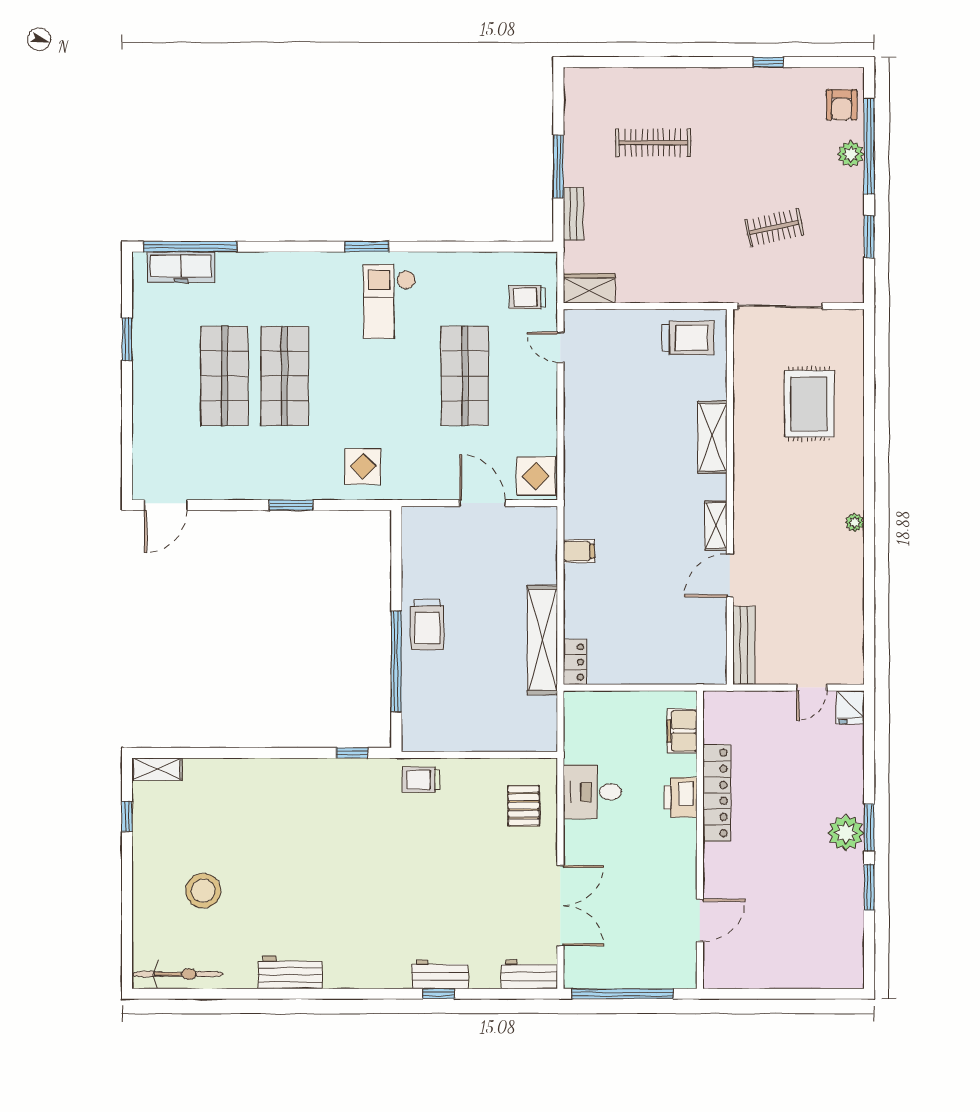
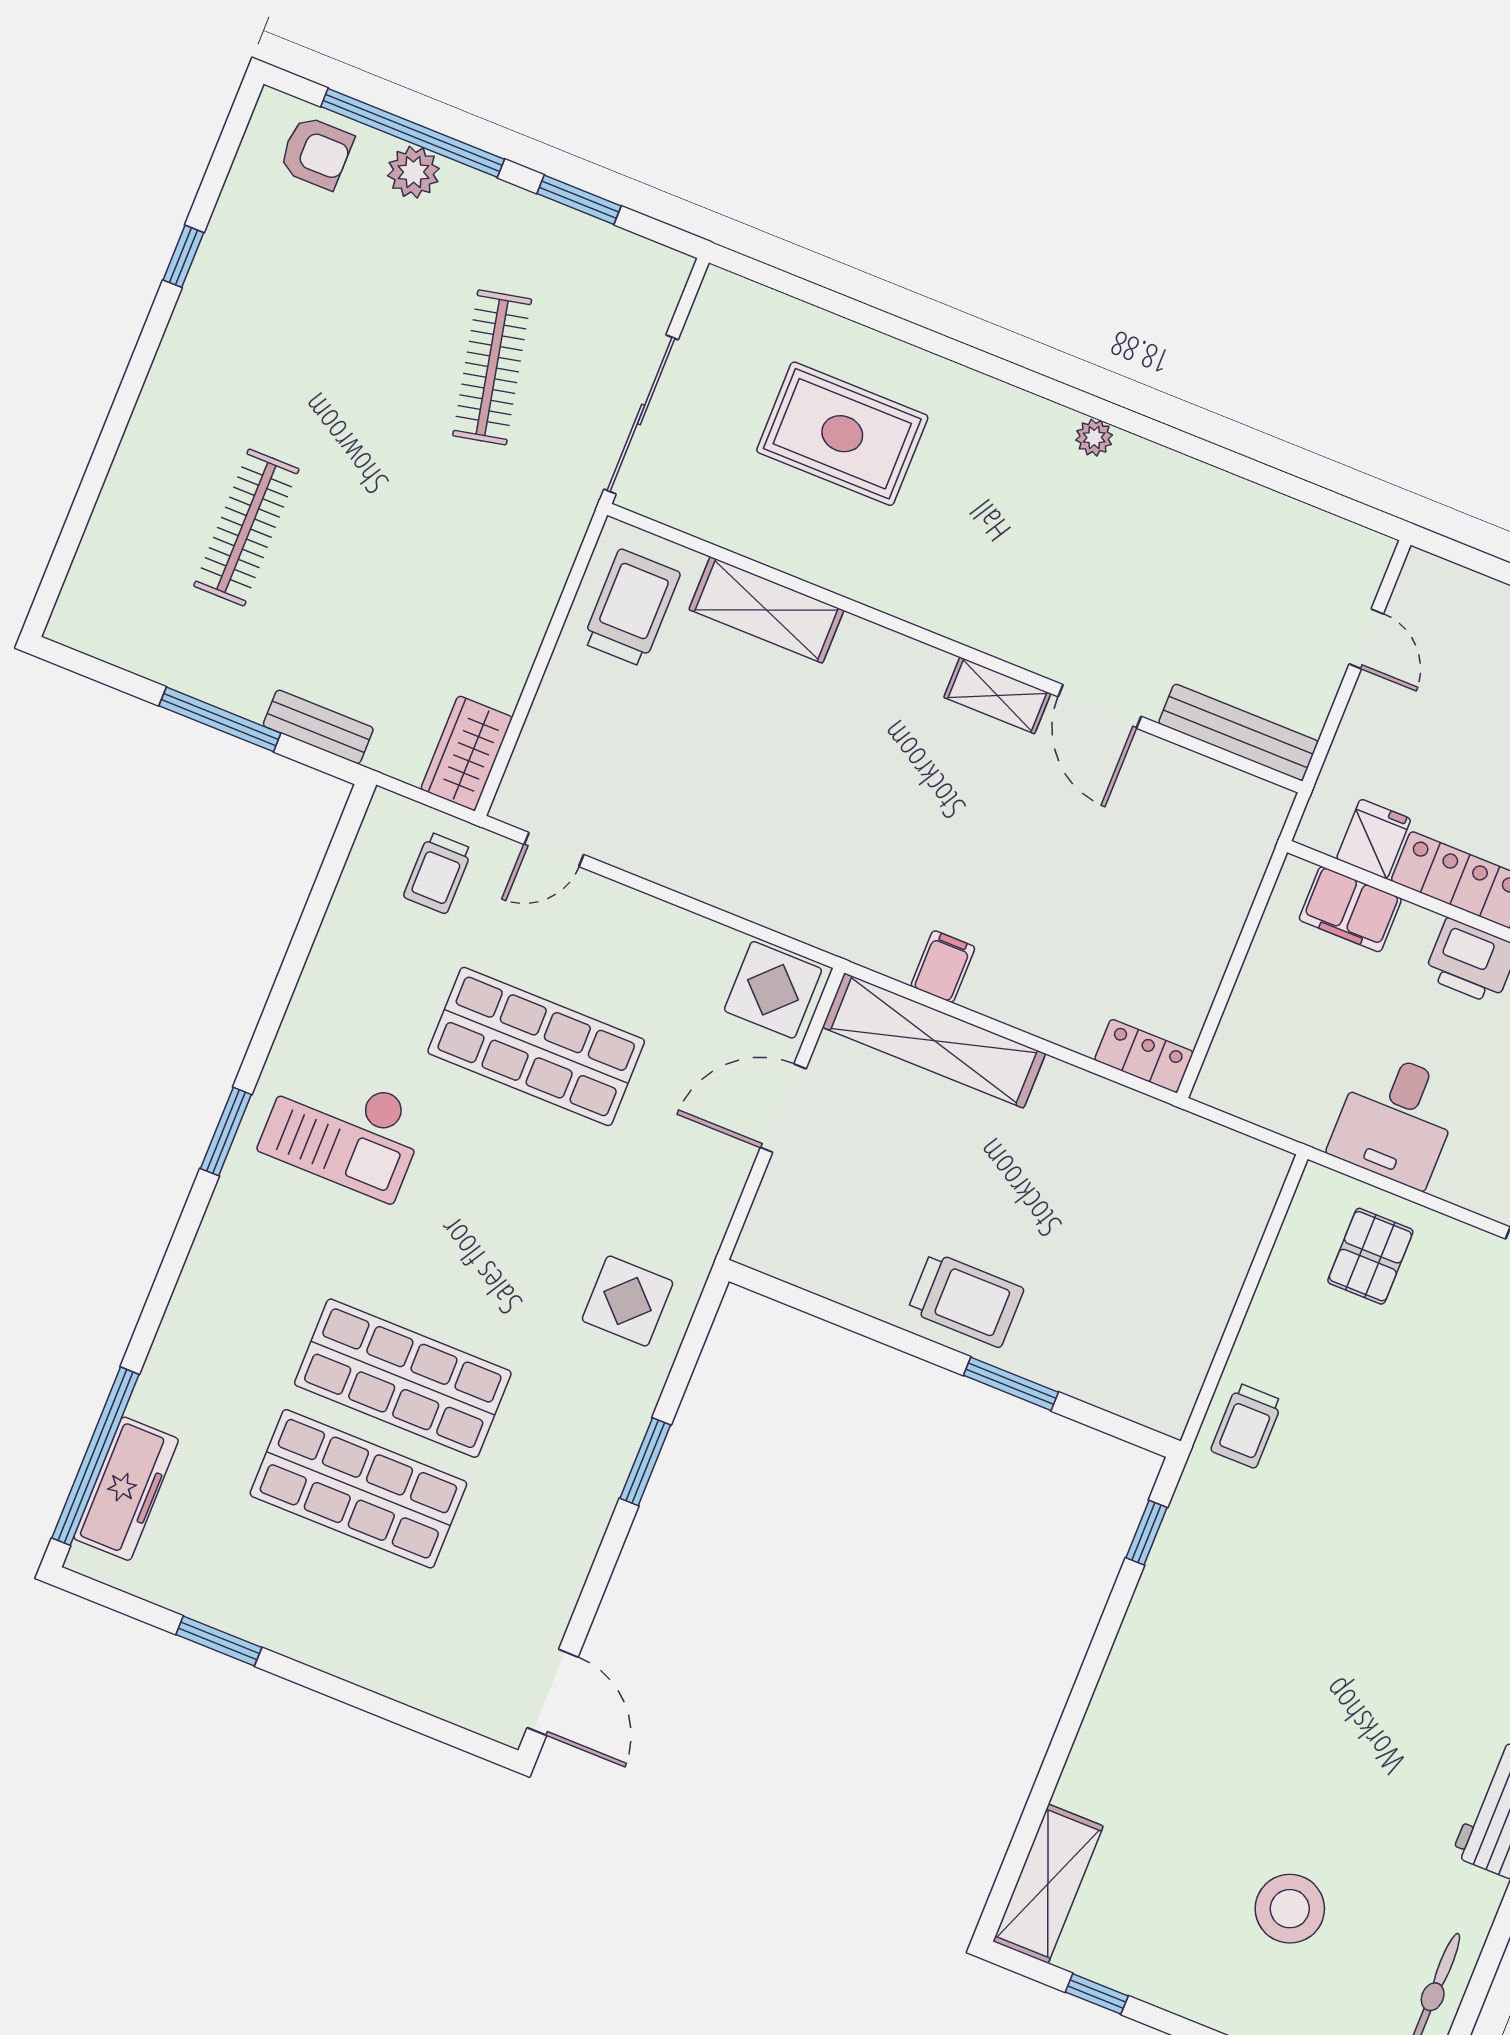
clothes rail: (774, 228) -> (492, 367), width x1.36
shelving: (712, 437) -> (766, 610), moved
shelving: (542, 640) -> (934, 1040), moved
window: (396, 661) -> (1011, 1384), width x0.47
fridge: (850, 707) -> (1374, 839), moved, turned -90
shelving: (157, 769) -> (1048, 1884), width x1.50, depth x1.33
pallet: (524, 806) -> (1370, 1256), turned 90

